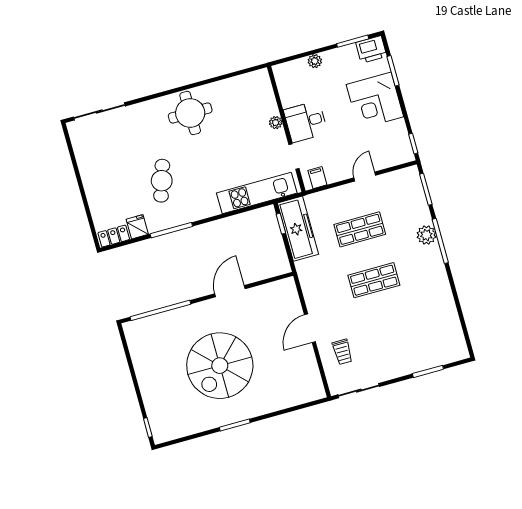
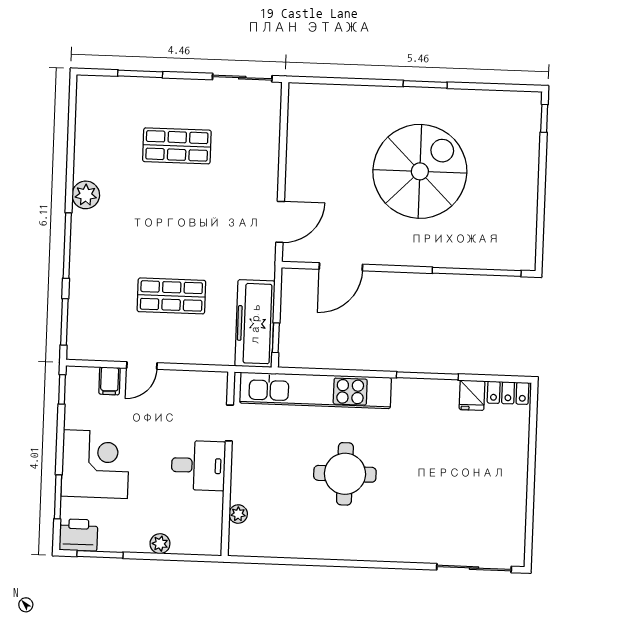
round table: (190, 113) -> (345, 474), moved
plant: (276, 123) -> (238, 514), moved
filing cabinet: (317, 178) -> (110, 381), moved
cafe table: (162, 181) -> (419, 447), removed
kitchen unit: (257, 193) -> (316, 390), width x1.36
plant: (426, 235) -> (86, 195), moved
shop shelf: (374, 280) -> (177, 146), moved
door: (230, 291) -> (341, 267), moved
door: (310, 328) -> (280, 222), moved
trolley: (342, 352) -> (248, 137), removed

